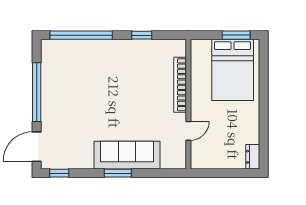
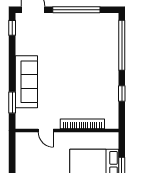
window: (118, 173) -> (12, 102), moved

